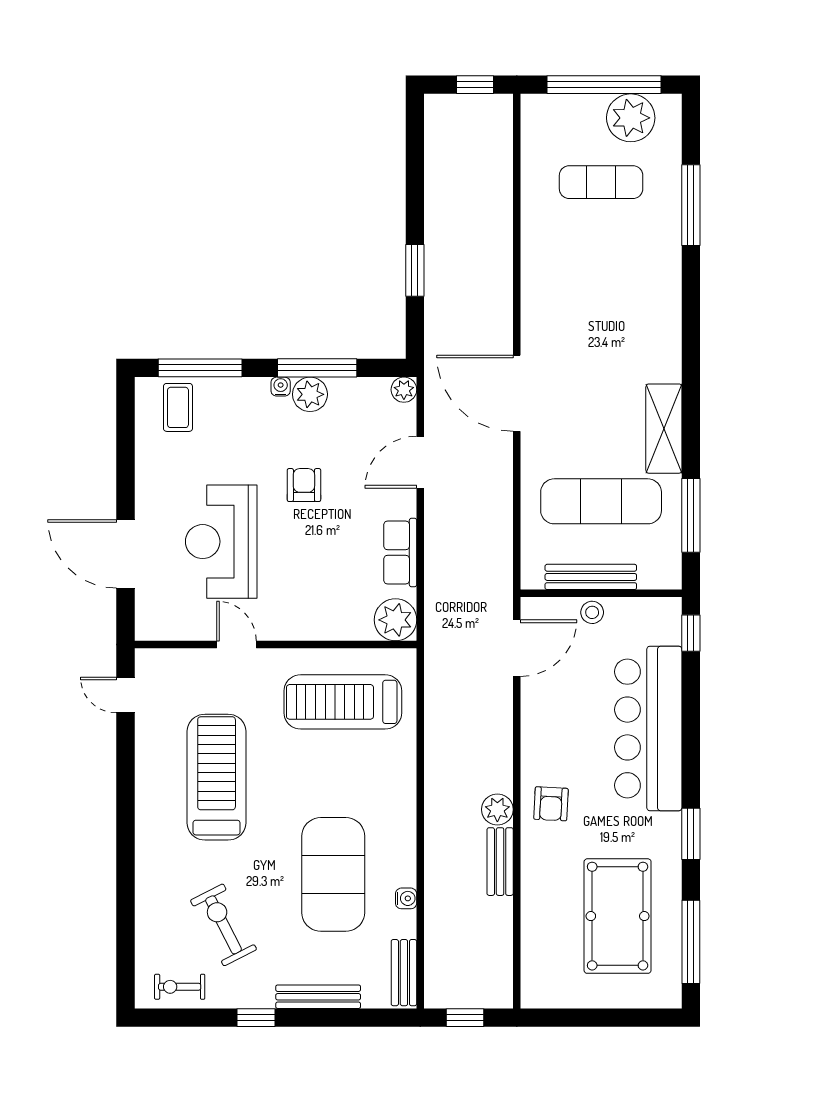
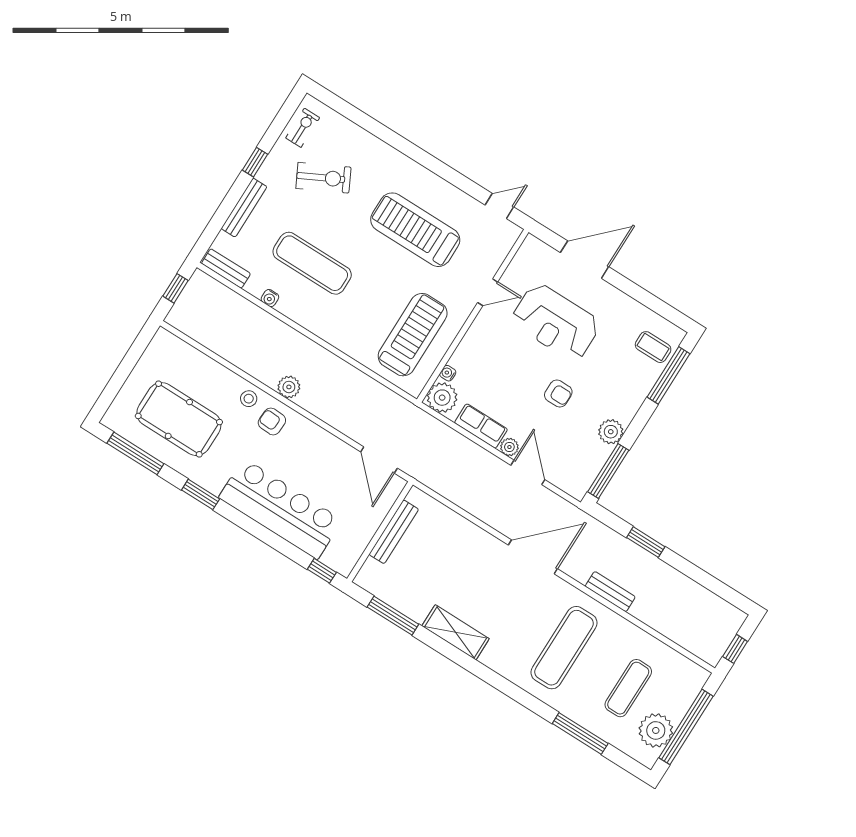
window: (317, 368) -> (608, 471), moved
water cooler: (281, 387) -> (448, 373), moved, turned 180
plant: (404, 390) -> (509, 447), moved
exercise mat: (601, 501) -> (564, 648), moved
reception desk: (221, 542) -> (556, 322), turned 180
stool: (592, 612) -> (249, 399), moved
treadmill: (217, 777) -> (415, 230), turned 180
bench: (500, 862) -> (610, 592), moved
exercise mat: (333, 874) -> (312, 263), width x0.68

